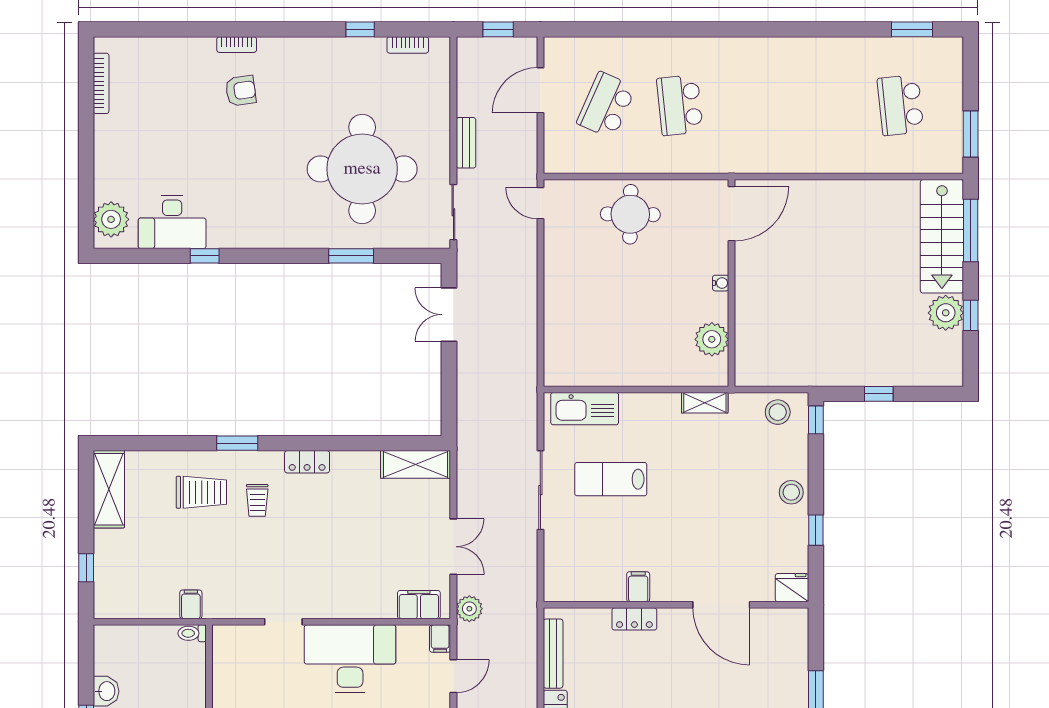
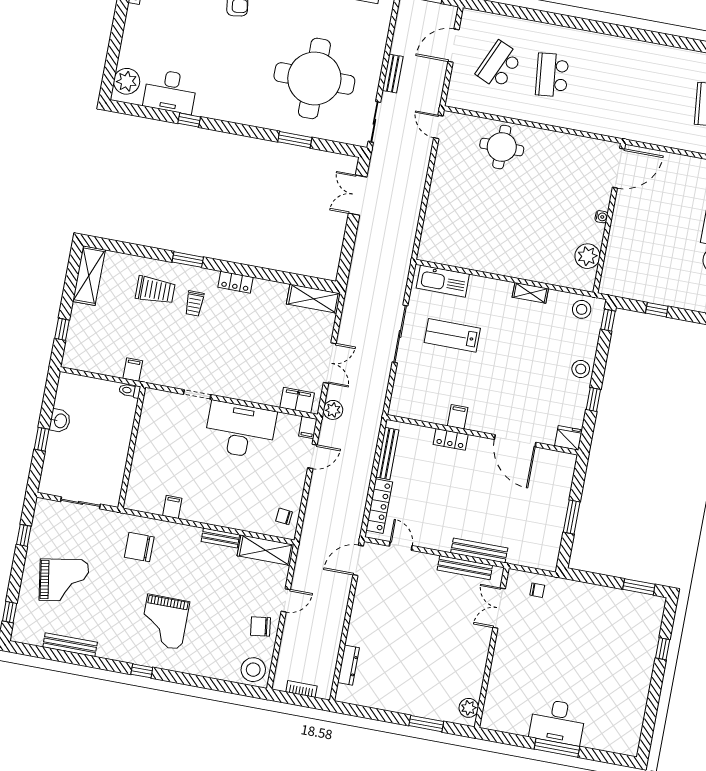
door: (732, 214) -> (619, 168), moved
water cooler: (721, 283) -> (601, 217), moved
wall: (732, 283) -> (609, 218), moved
plant: (712, 339) -> (587, 256), moved

